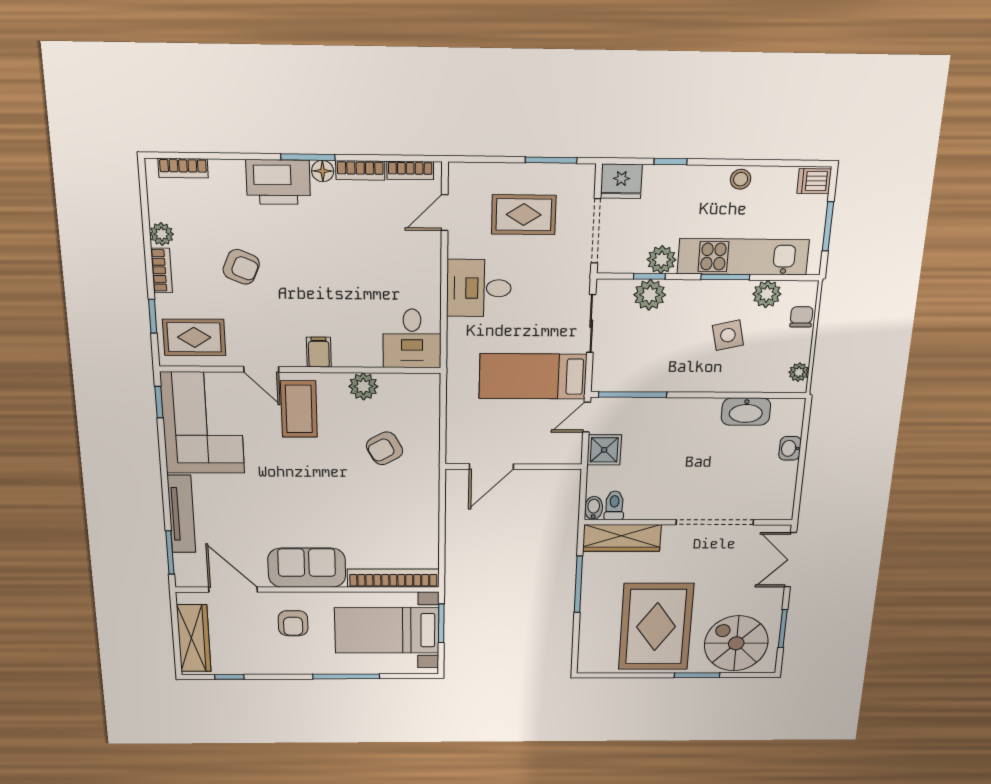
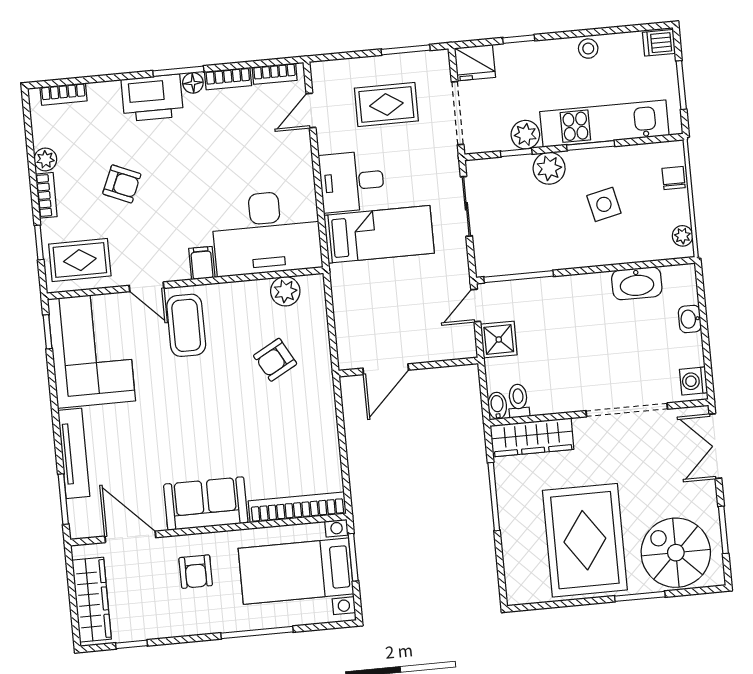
plant: (767, 294) -> (635, 158), removed
plant: (650, 295) -> (549, 168), moved
desk: (412, 338) -> (266, 233), width x1.87, depth x1.30
bed: (533, 376) -> (379, 234), moved, turned 180
plant: (363, 386) -> (285, 291), moved
washing machine: (782, 503) -> (694, 381), added

